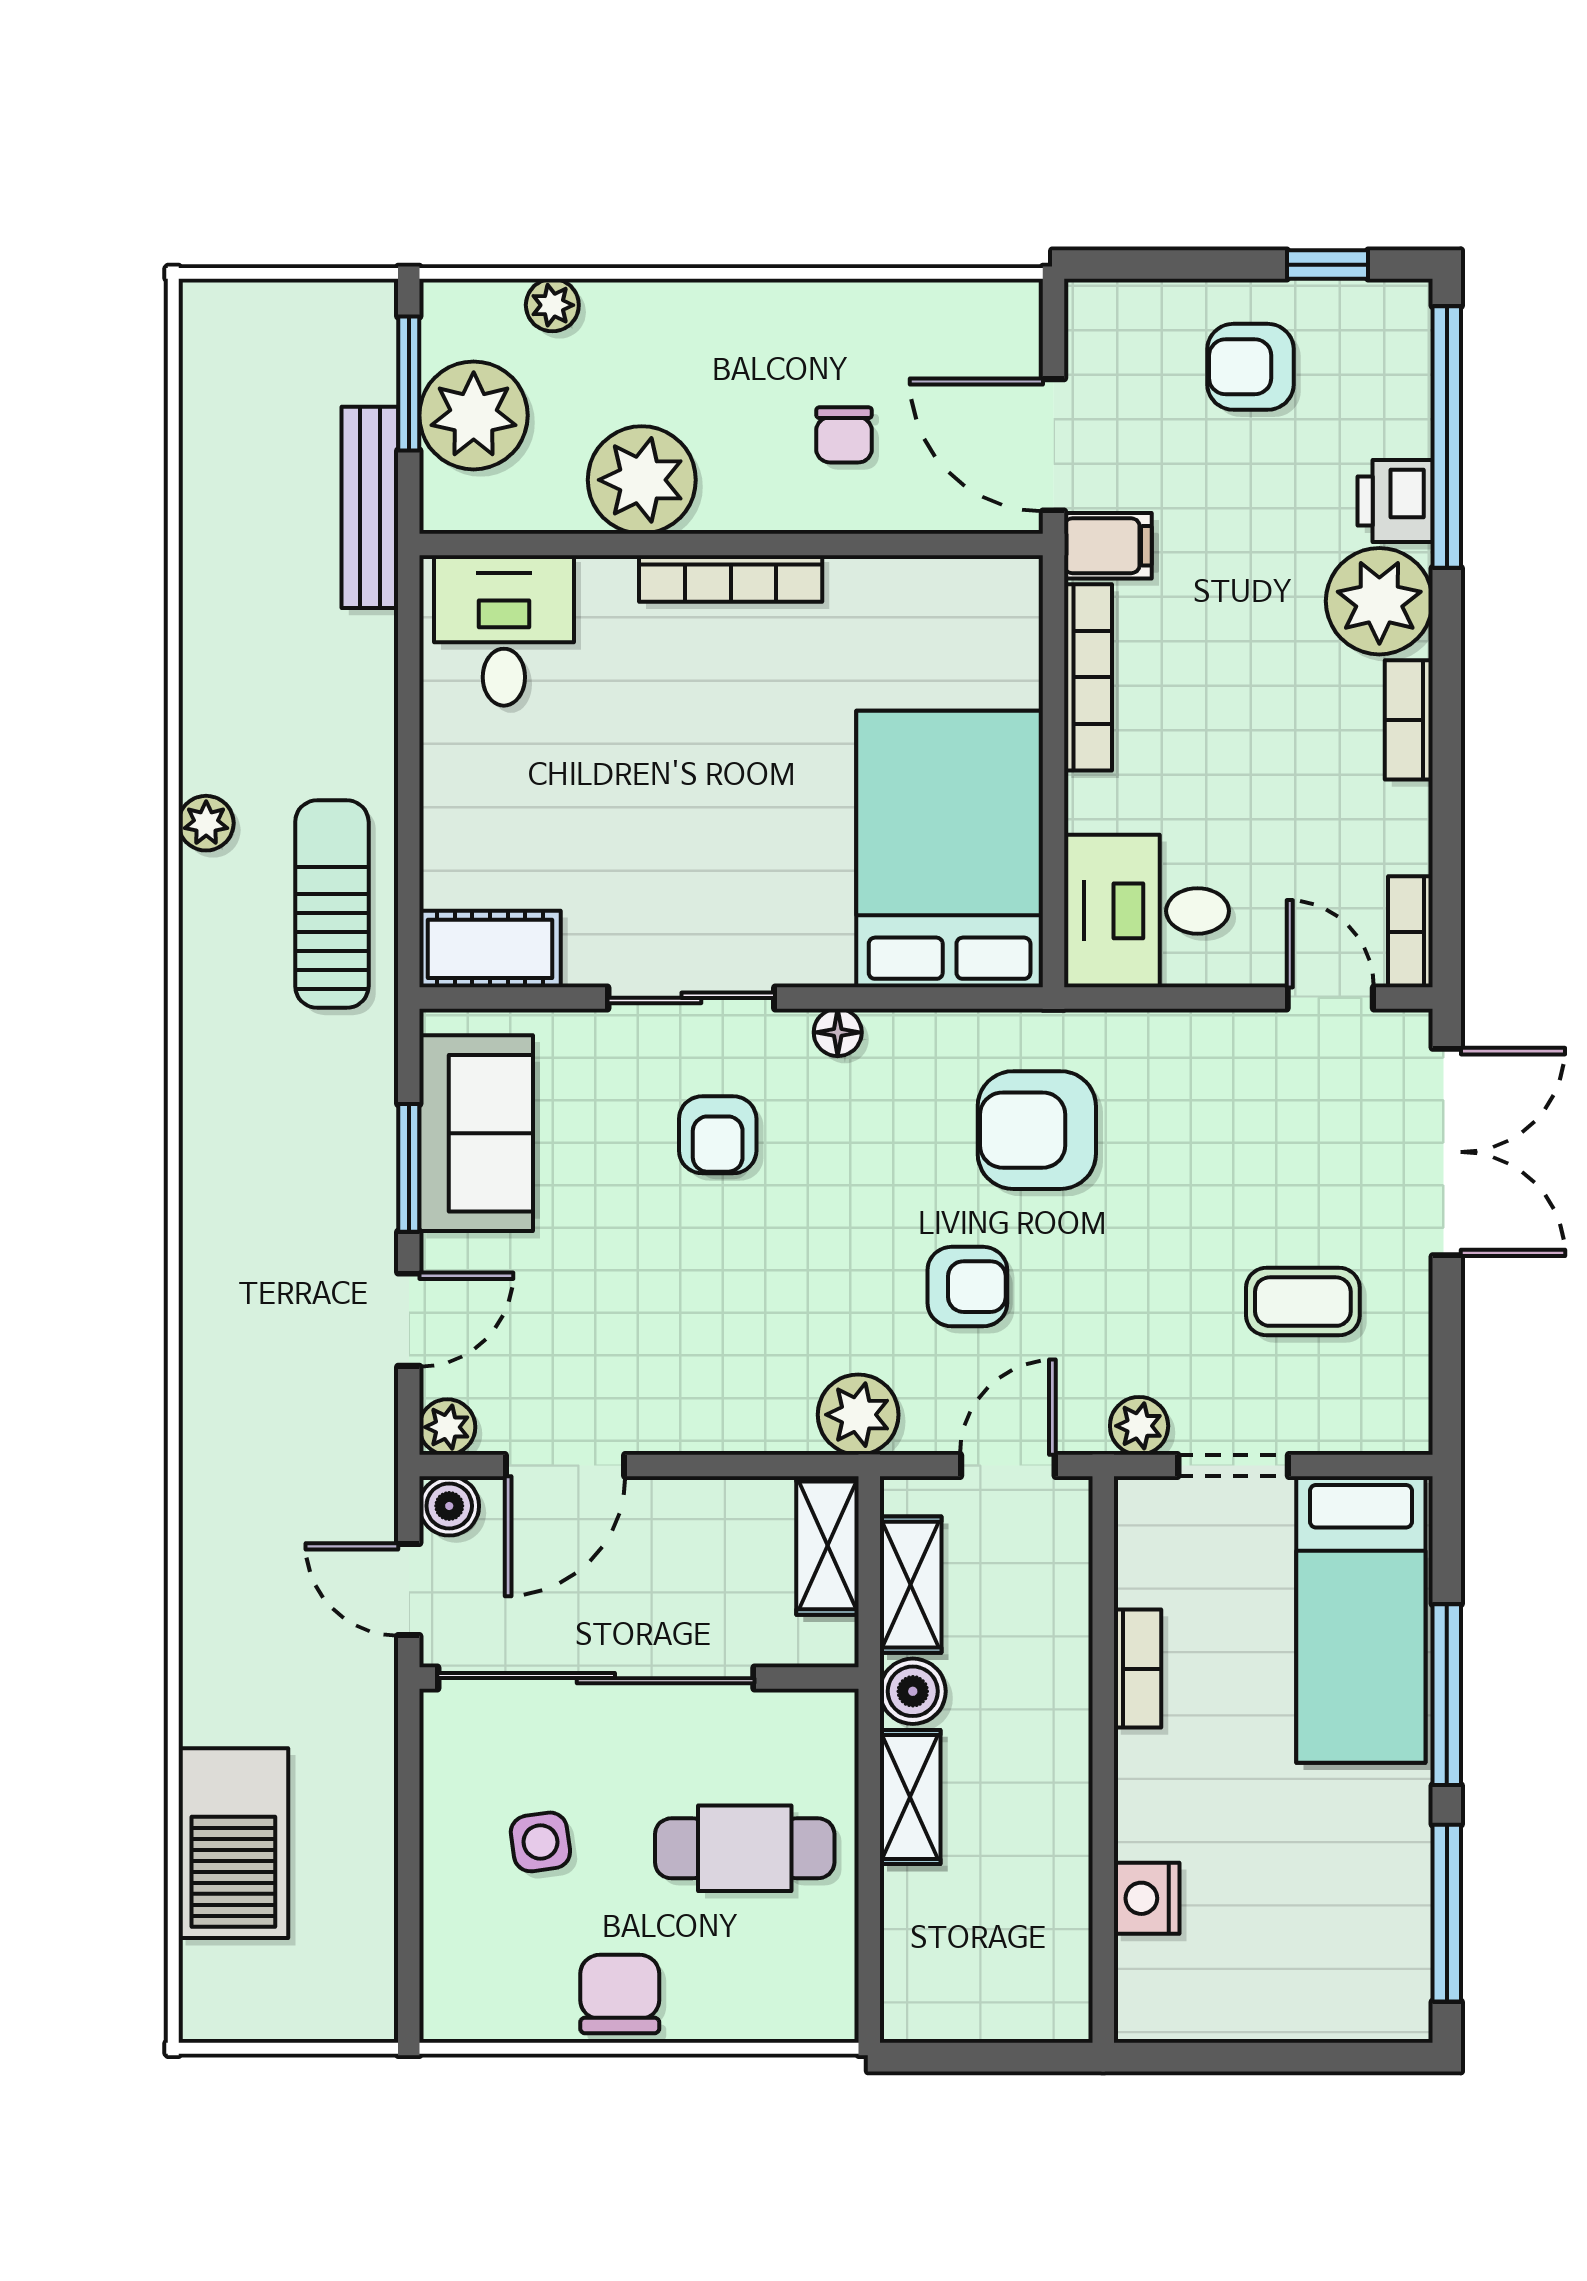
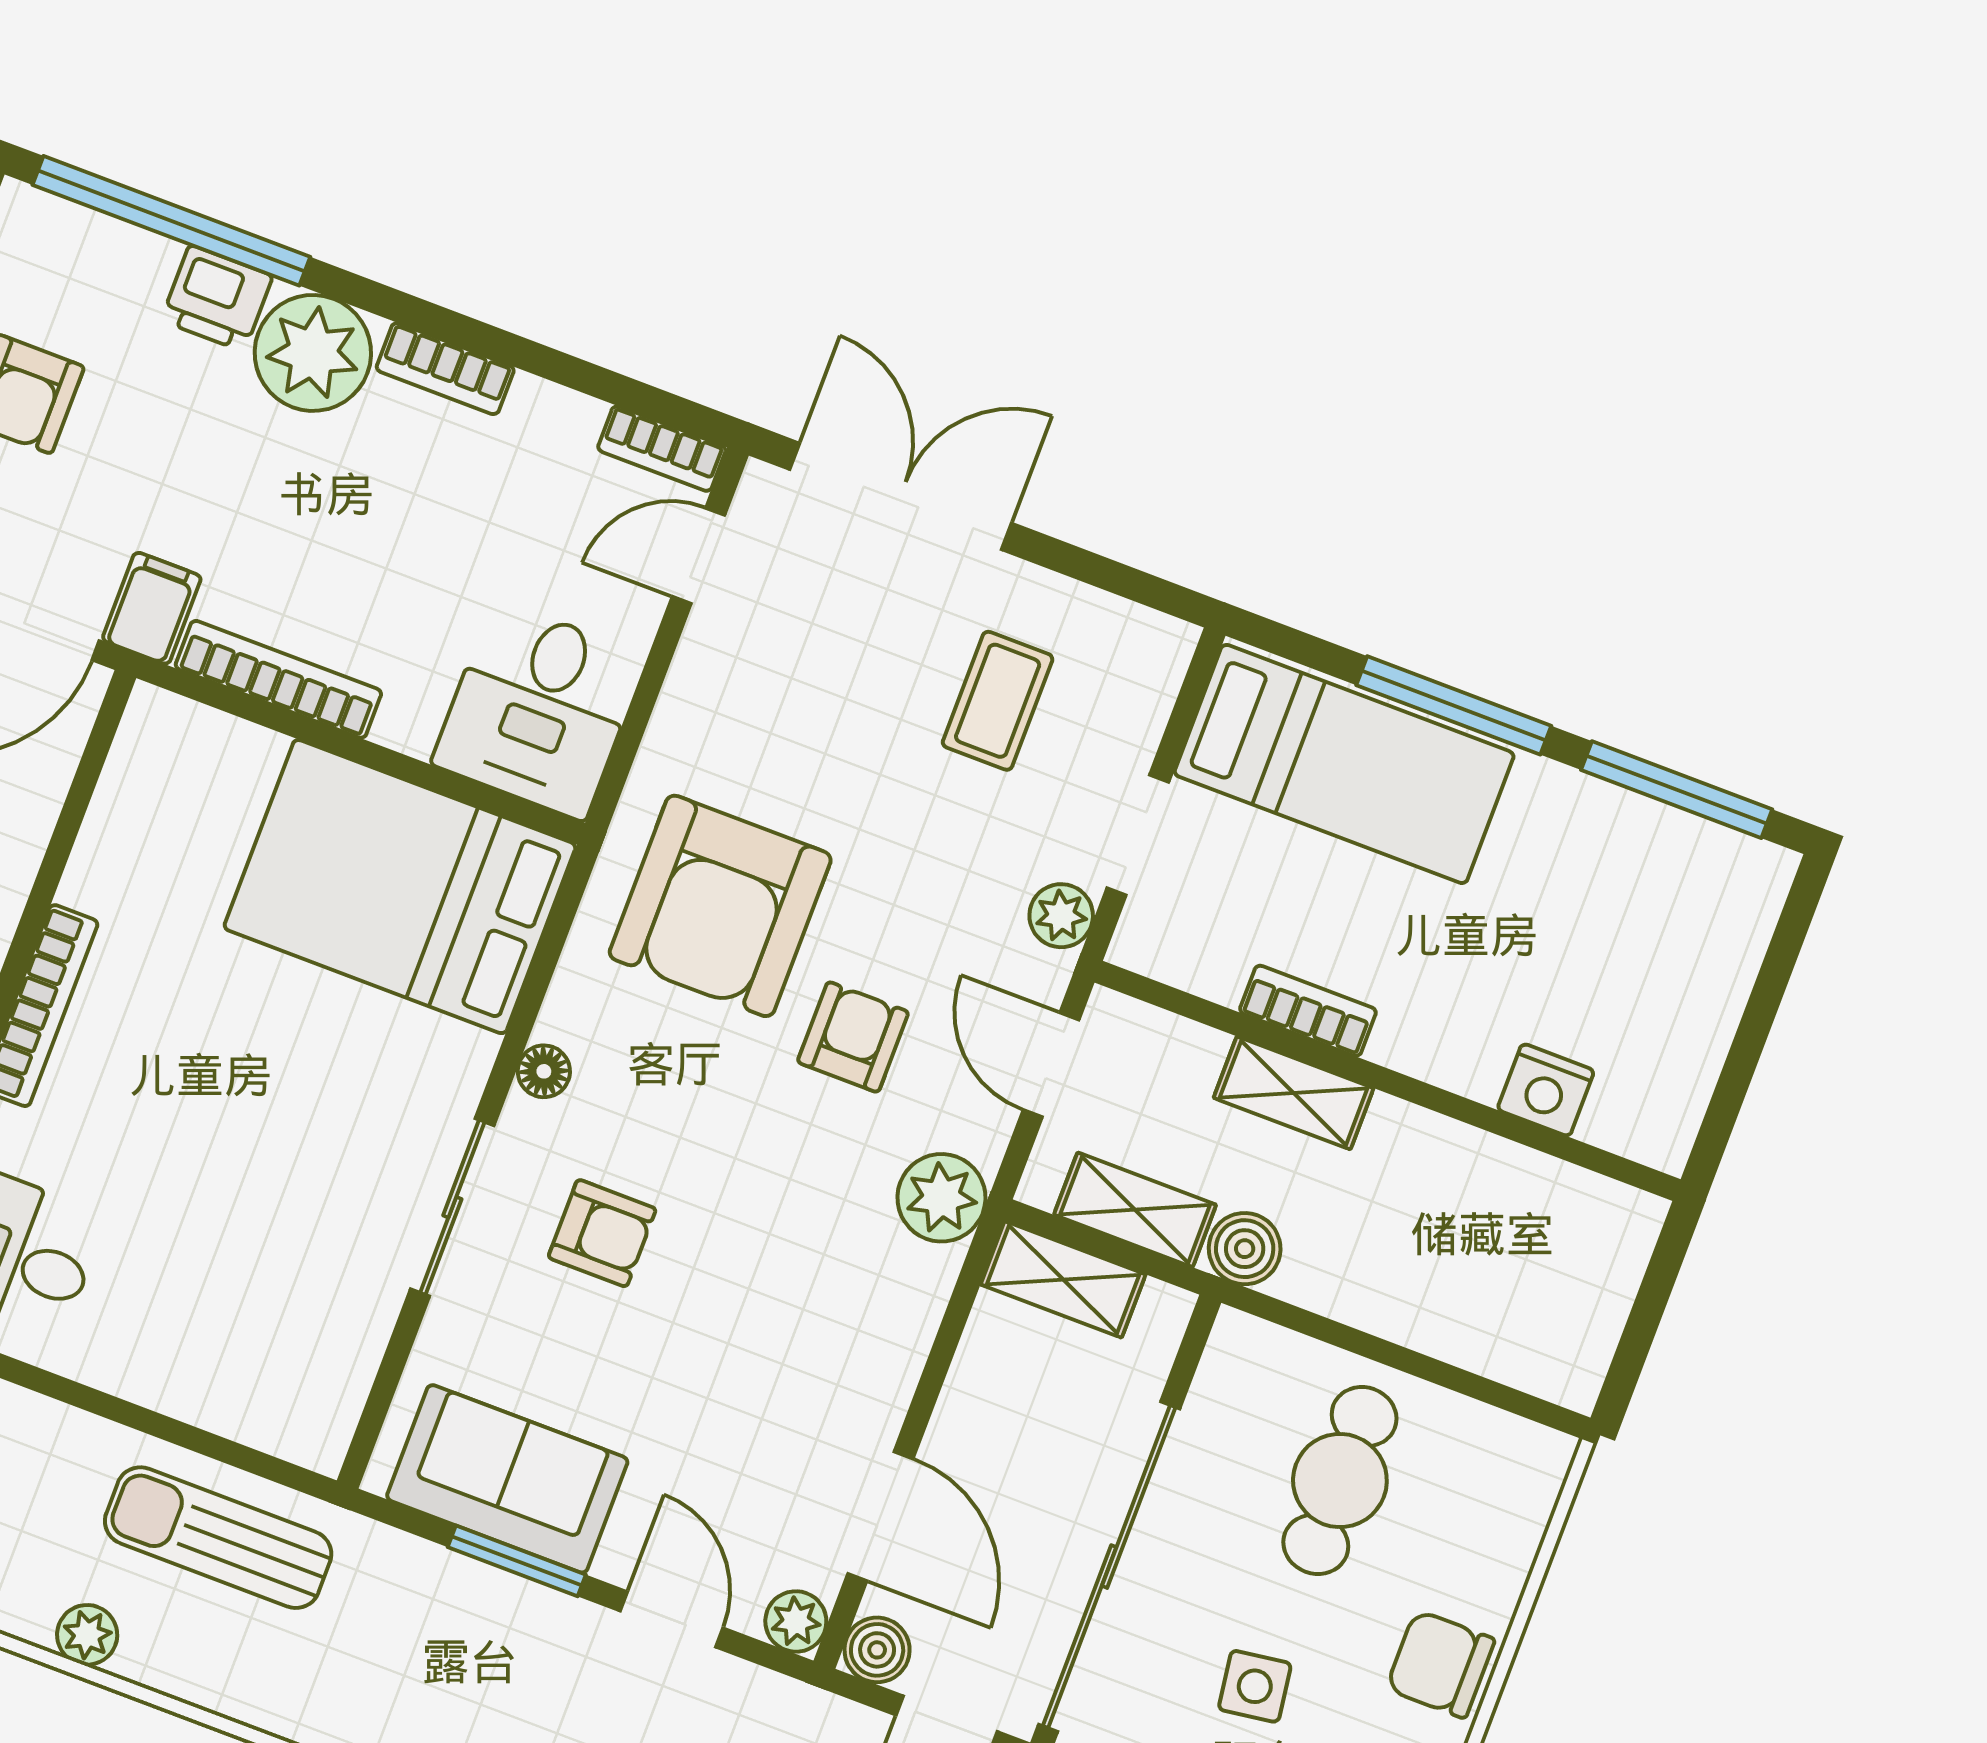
cot: (490, 949) -> (325, 1394), removed
armchair: (1037, 1130) -> (720, 906), width x1.36, depth x1.36
shelving: (910, 1797) -> (1294, 1093), moved

